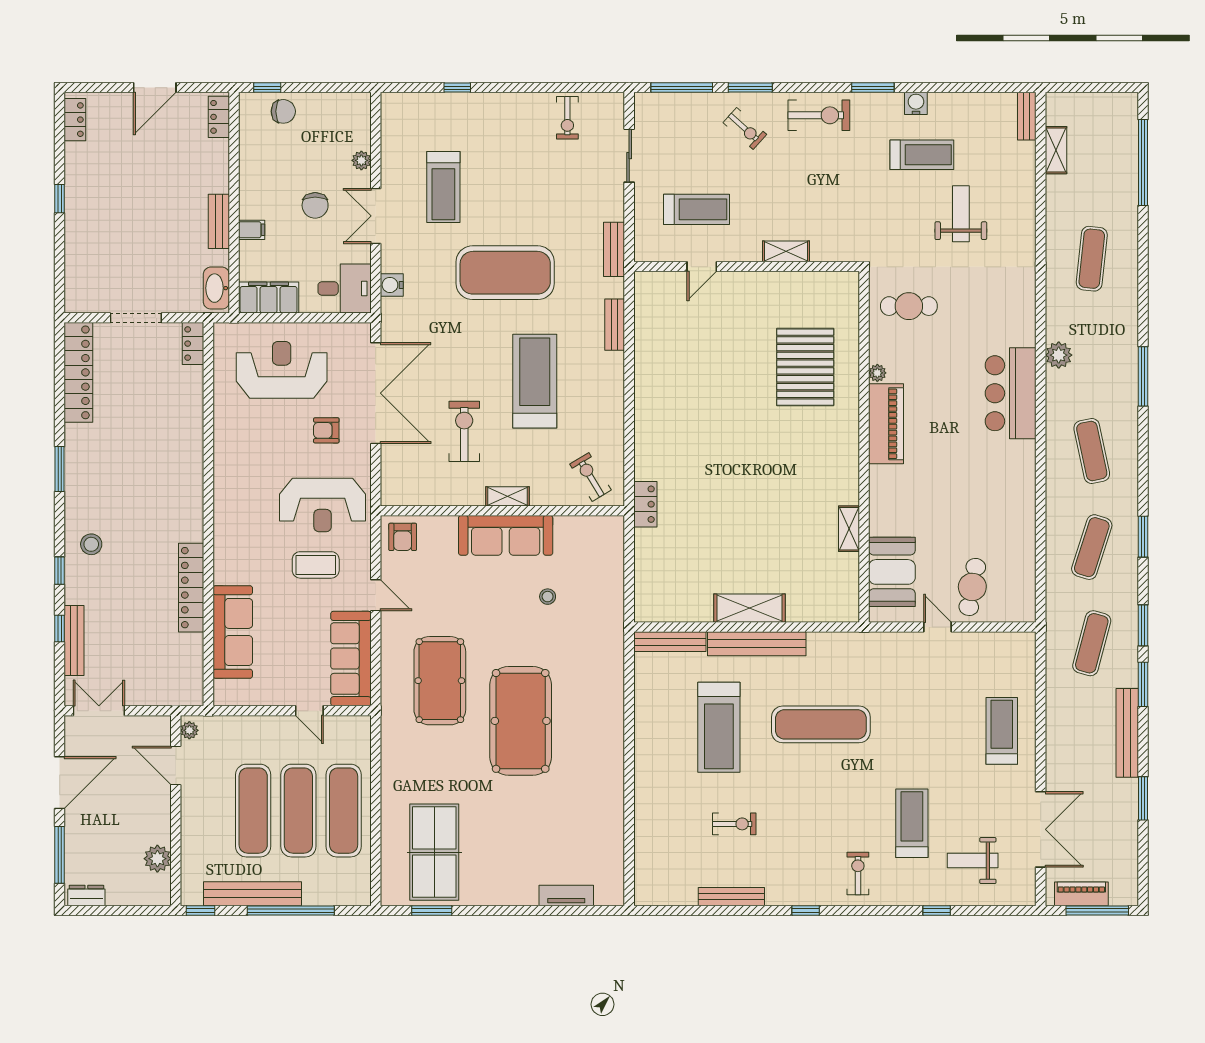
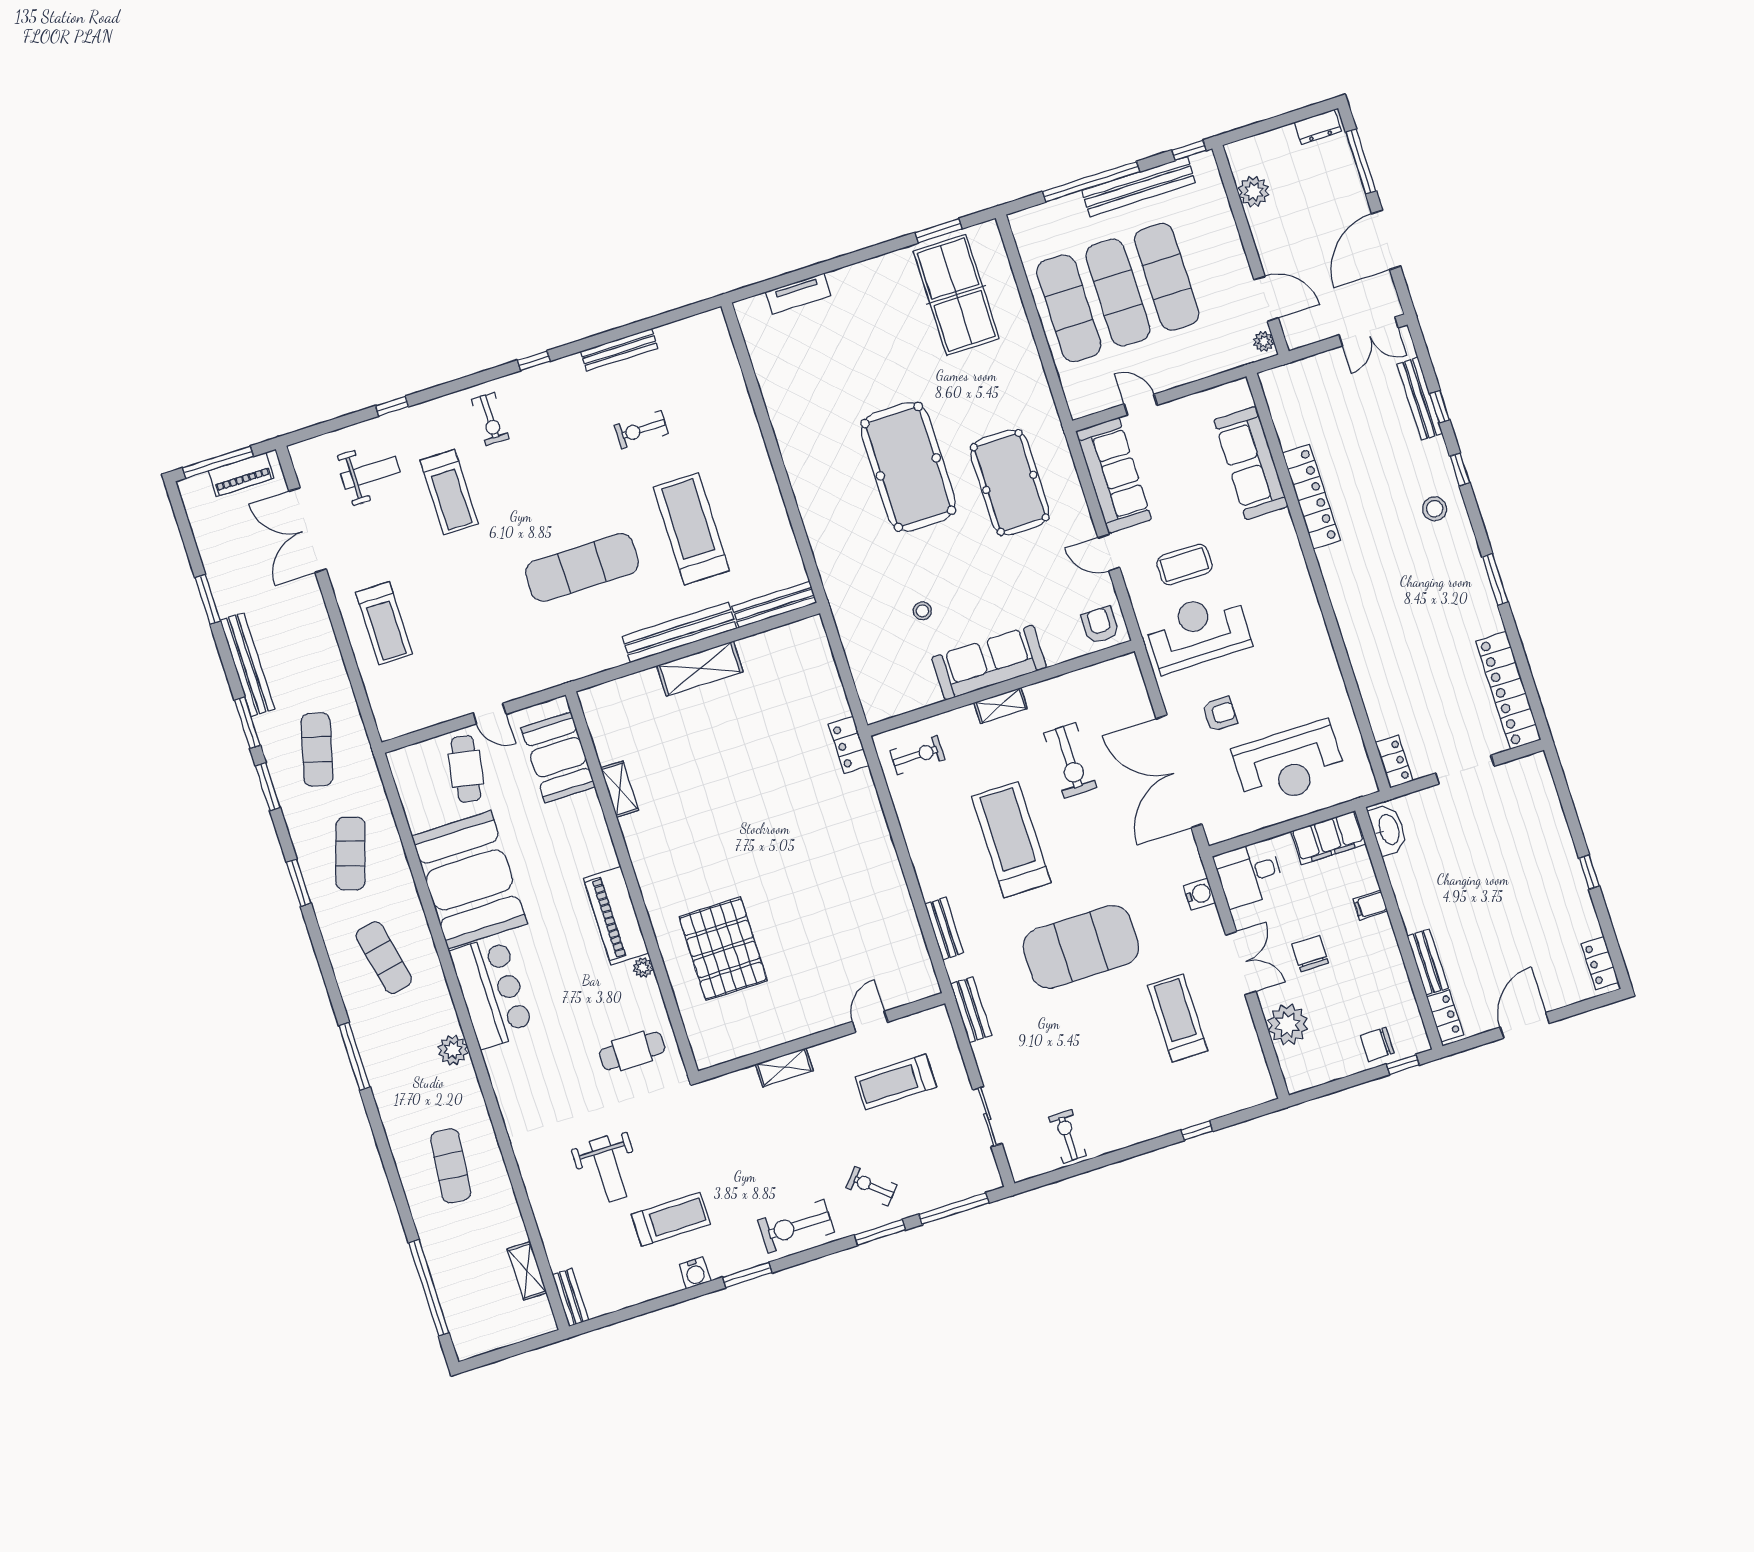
treadmill: (922, 155) -> (671, 1219), turned 180
plant: (361, 160) -> (1288, 1025), width x1.88, depth x1.88
bench: (219, 221) -> (1428, 962), moved
treadmill: (535, 381) -> (1011, 840), turned 180
exercise bike: (591, 477) -> (917, 755), turned -59
booth: (999, 493) -> (469, 880), added

